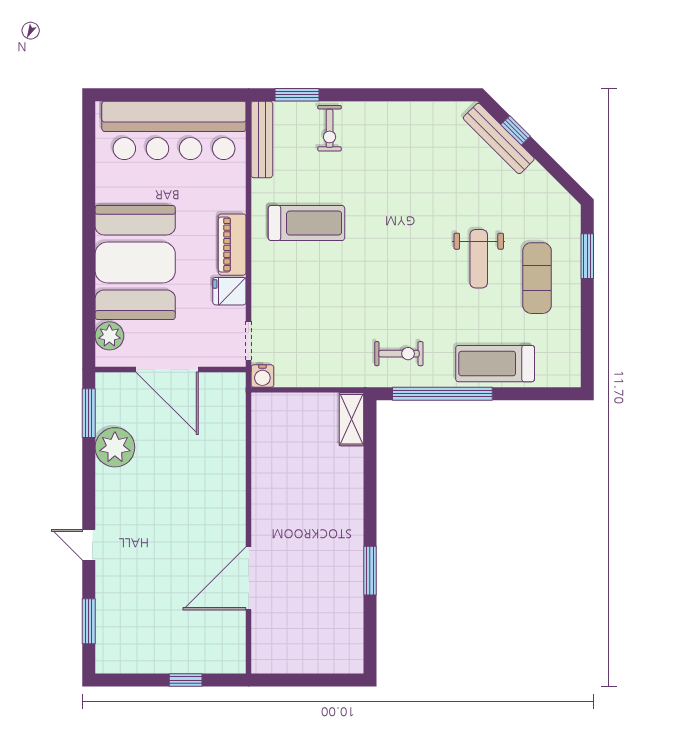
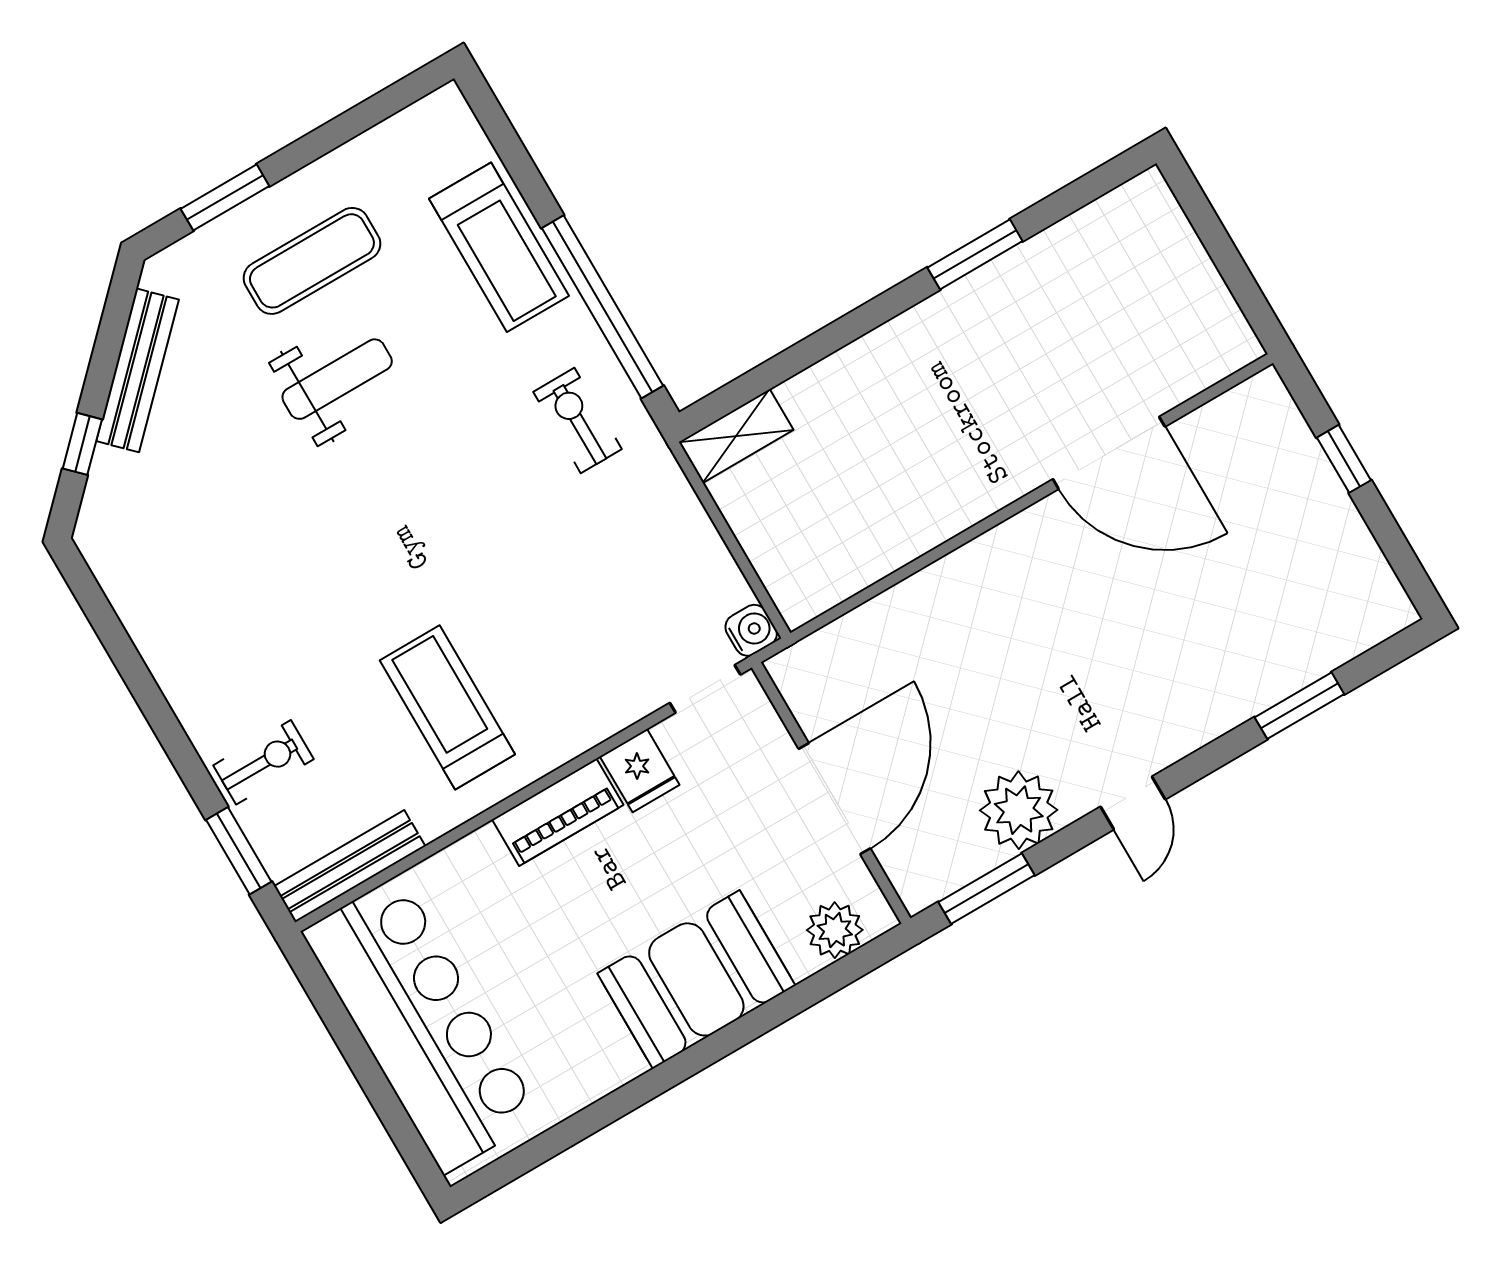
bench: (499, 138) -> (138, 370), moved
booth: (135, 262) -> (696, 979), width x0.73, depth x0.70
door: (89, 545) -> (1133, 803), moved
window: (89, 621) -> (1299, 706), moved

